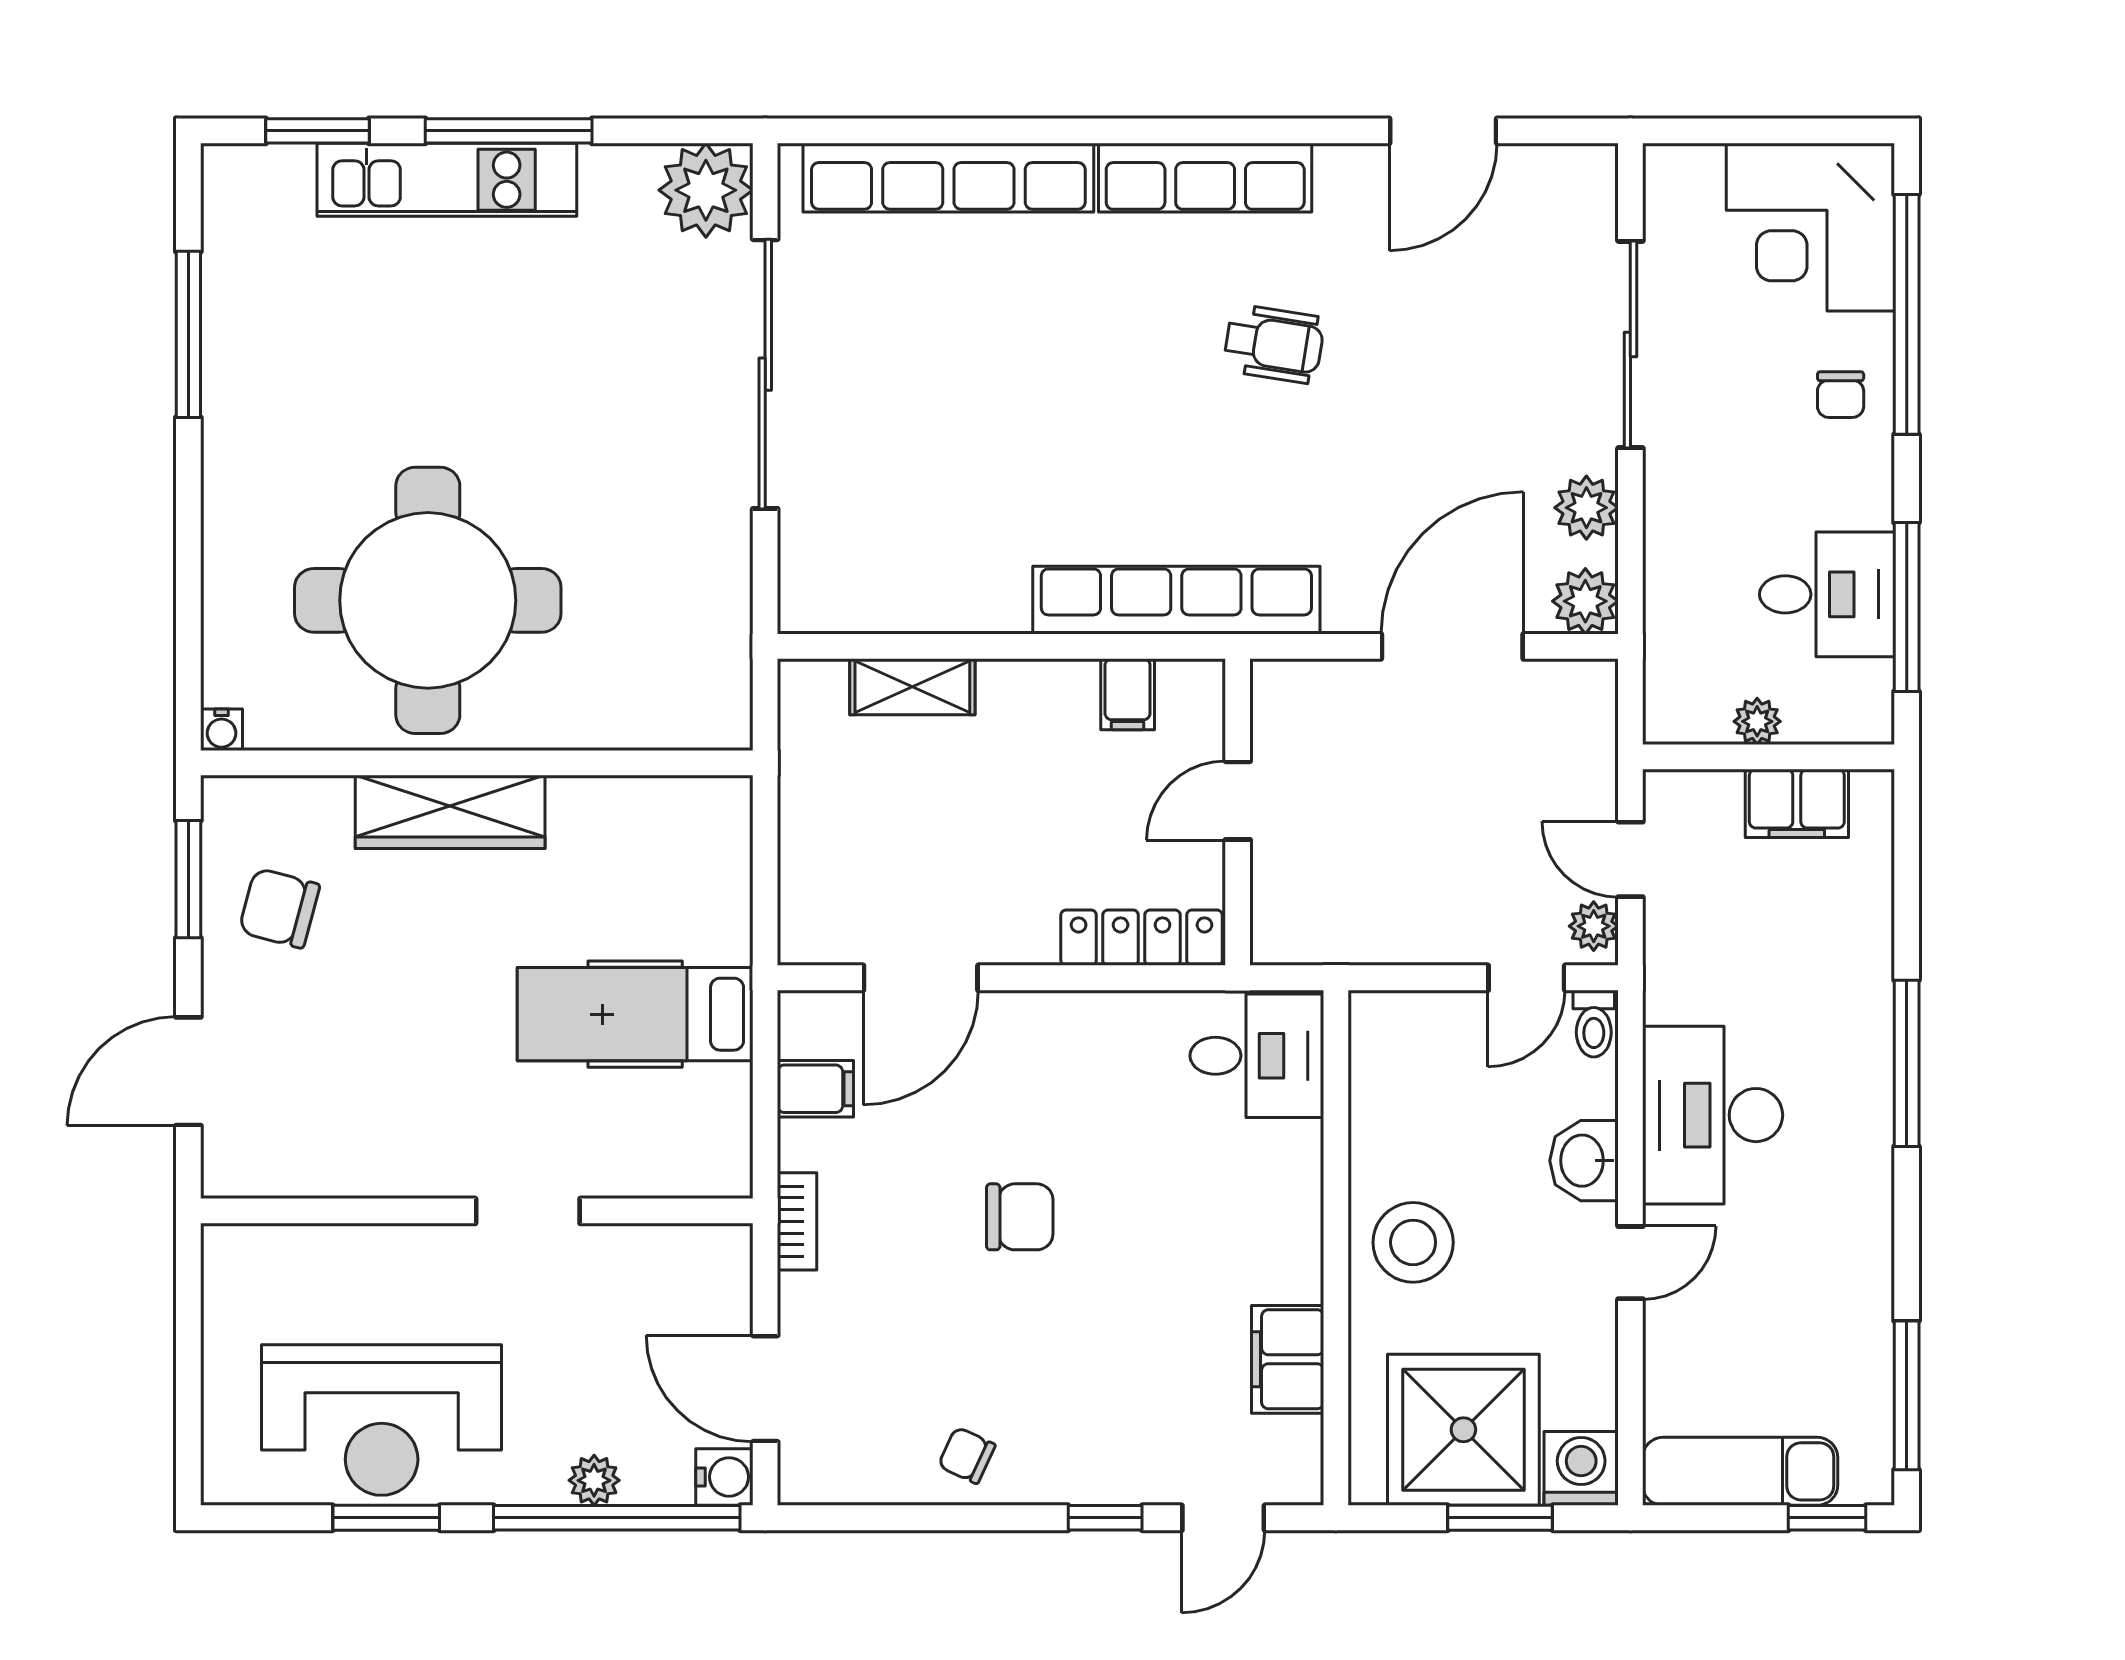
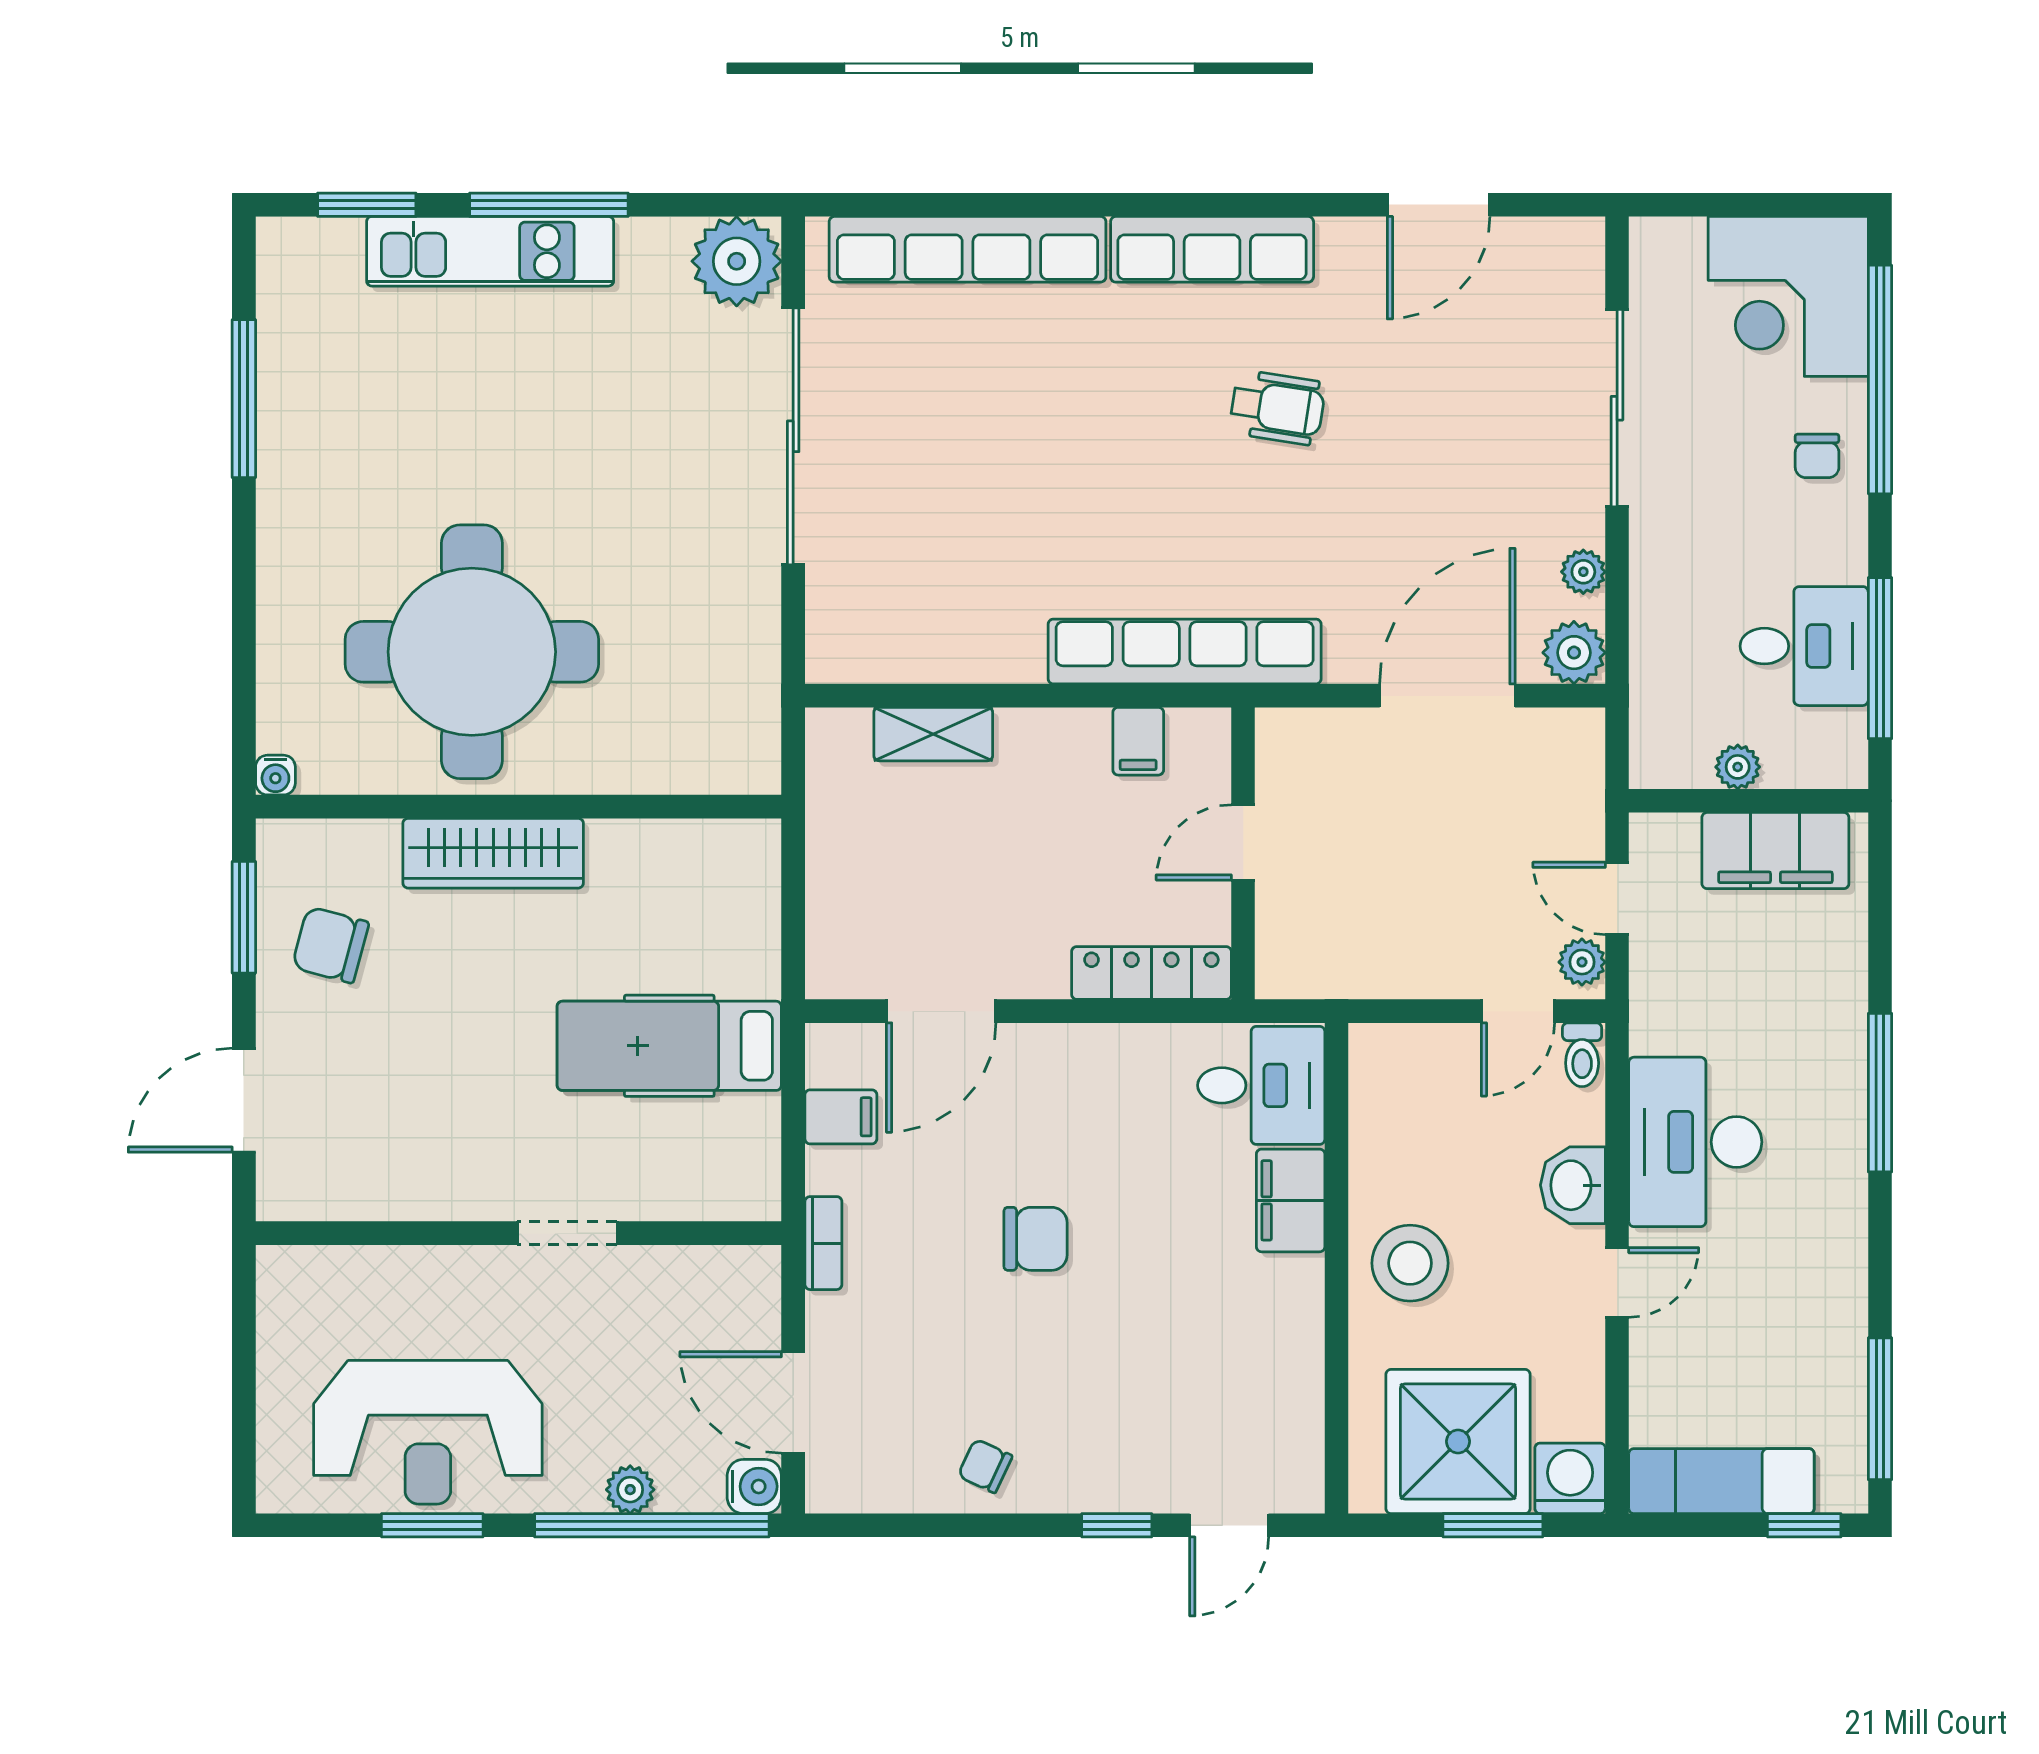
plant: (1586, 508) -> (1583, 572), width x0.73, depth x0.73
filing cabinet: (1797, 803) -> (1775, 851), width x1.50, depth x1.17
filing cabinet: (1288, 1359) -> (1291, 1200), moved

